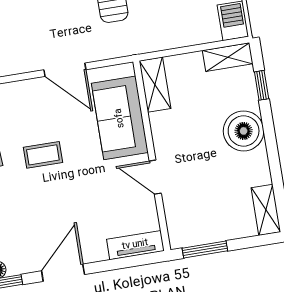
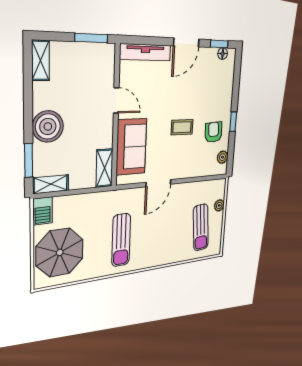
door: (65, 70) -> (158, 183), swing flipped
window: (262, 85) -> (29, 160), width x1.50
tv unit: (135, 245) -> (145, 52), width x1.41

